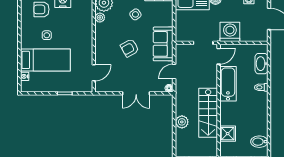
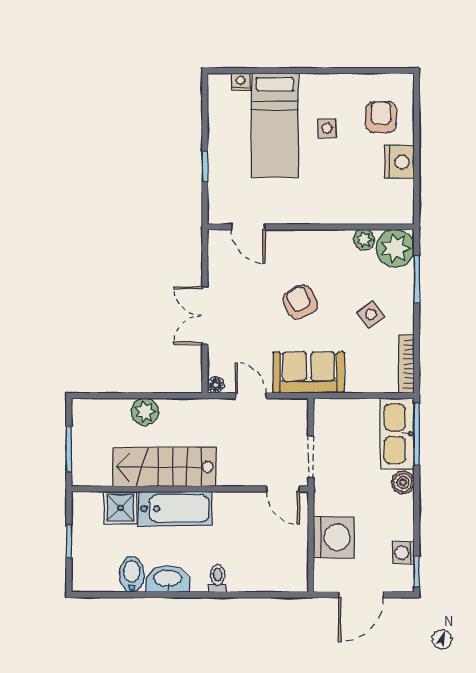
washing machine: (230, 32) -> (334, 537), moved
washbasin: (261, 64) -> (168, 579), moved
bathtub: (228, 84) -> (175, 509), moved
bidet: (259, 142) -> (132, 574), moved

